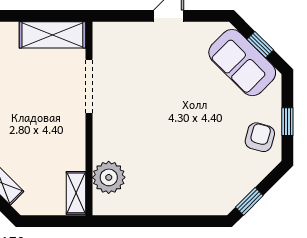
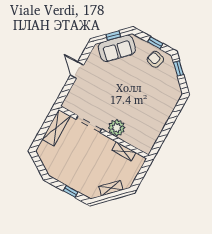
plant: (109, 177) -> (117, 128), moved
shelving: (76, 193) -> (124, 151), moved
window: (249, 201) -> (178, 68), moved

